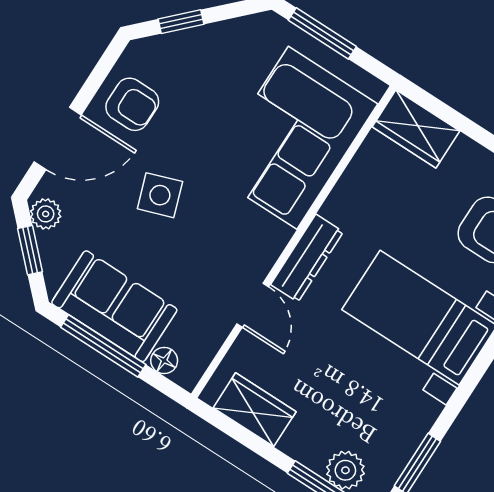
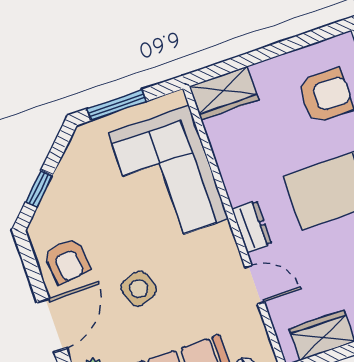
armchair: (132, 104) -> (67, 261), turned 84
dresser: (307, 258) -> (252, 227), width x0.70

